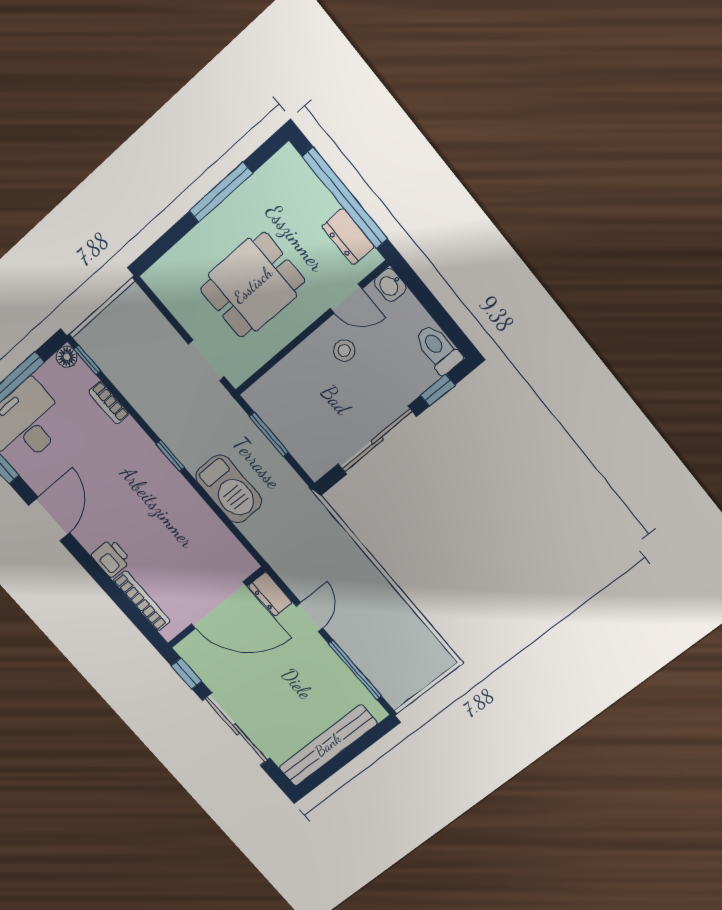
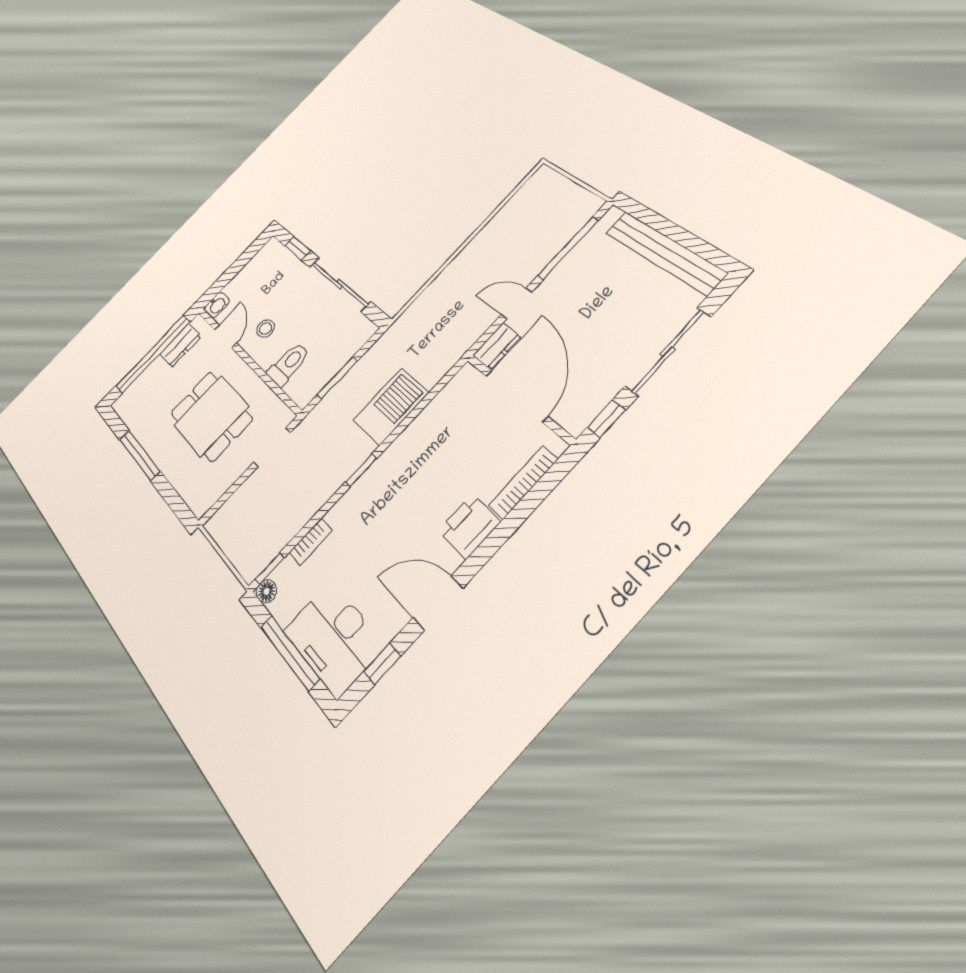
toilet: (438, 349) -> (288, 364), moved, turned 180
printer: (111, 558) -> (469, 526), width x1.36, depth x1.24

